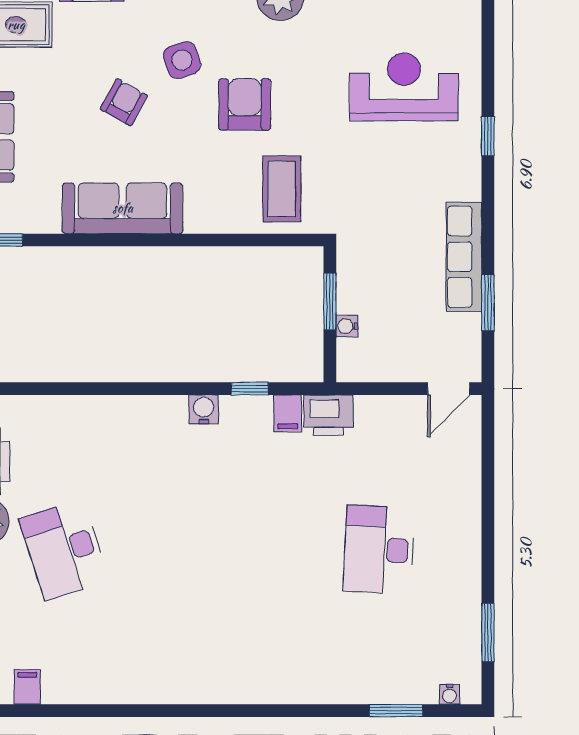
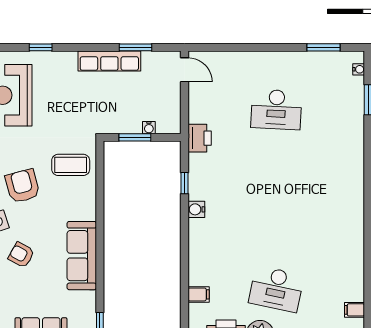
armchair: (245, 104) -> (23, 186), turned 75
filing cabinet: (288, 413) -> (199, 294), moved
desk: (64, 550) -> (276, 289), turned 30

